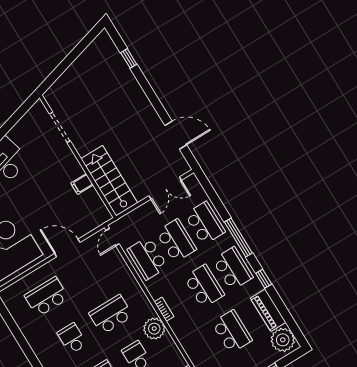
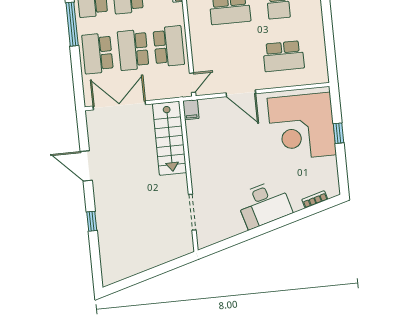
window: (129, 58) -> (92, 221), moved
door: (176, 135) -> (86, 166), moved
filing cabinet: (82, 184) -> (191, 110), moved, turned 90
double door: (165, 188) -> (119, 105), width x1.37

